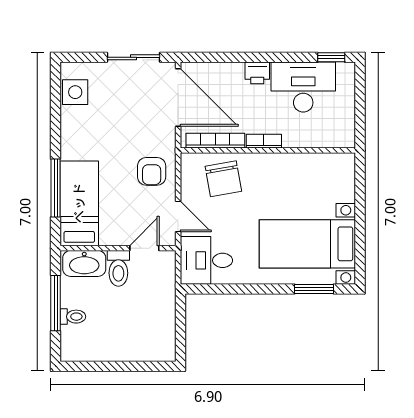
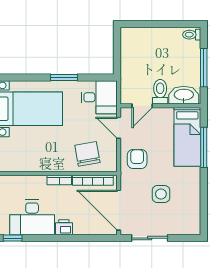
side table: (75, 92) -> (161, 194), moved
window: (314, 289) -> (64, 77), moved
toilet: (73, 317) -> (192, 35), moved

